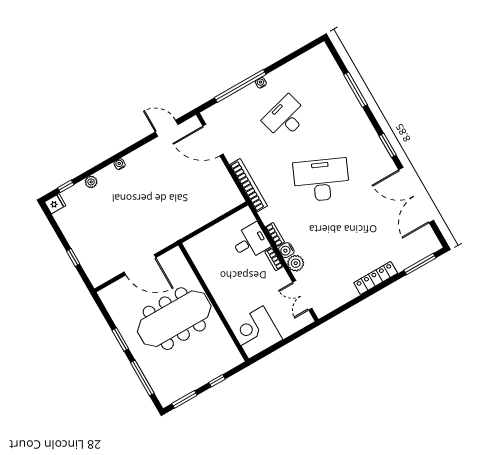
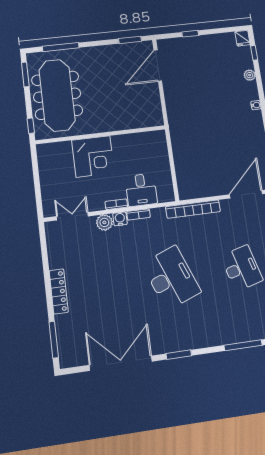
desk: (321, 180) -> (171, 278), turned -45
door: (140, 265) -> (158, 66), moved
meeting table: (174, 319) -> (57, 95), moved
corner desk: (256, 332) -> (93, 156), moved, turned 90
window: (120, 340) -> (130, 40), moved
window: (217, 381) -> (31, 126), moved

